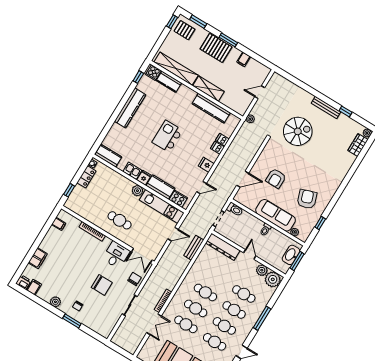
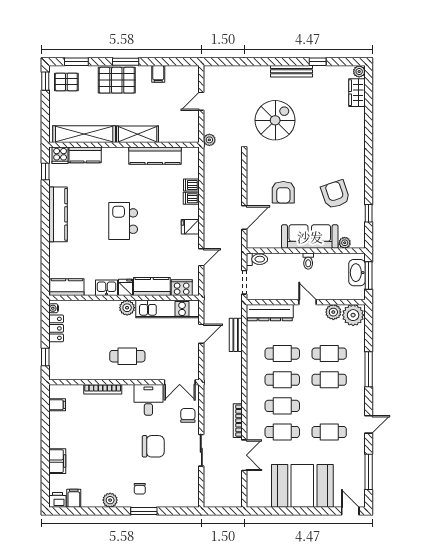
cafe table: (224, 326) -> (282, 354), moved

